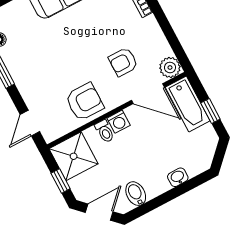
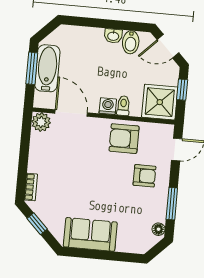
armchair: (123, 62) -> (144, 176), moved
bathtub: (188, 104) -> (47, 68), moved
window: (210, 111) -> (32, 68), width x1.50
washbasin: (178, 177) -> (113, 36), moved

